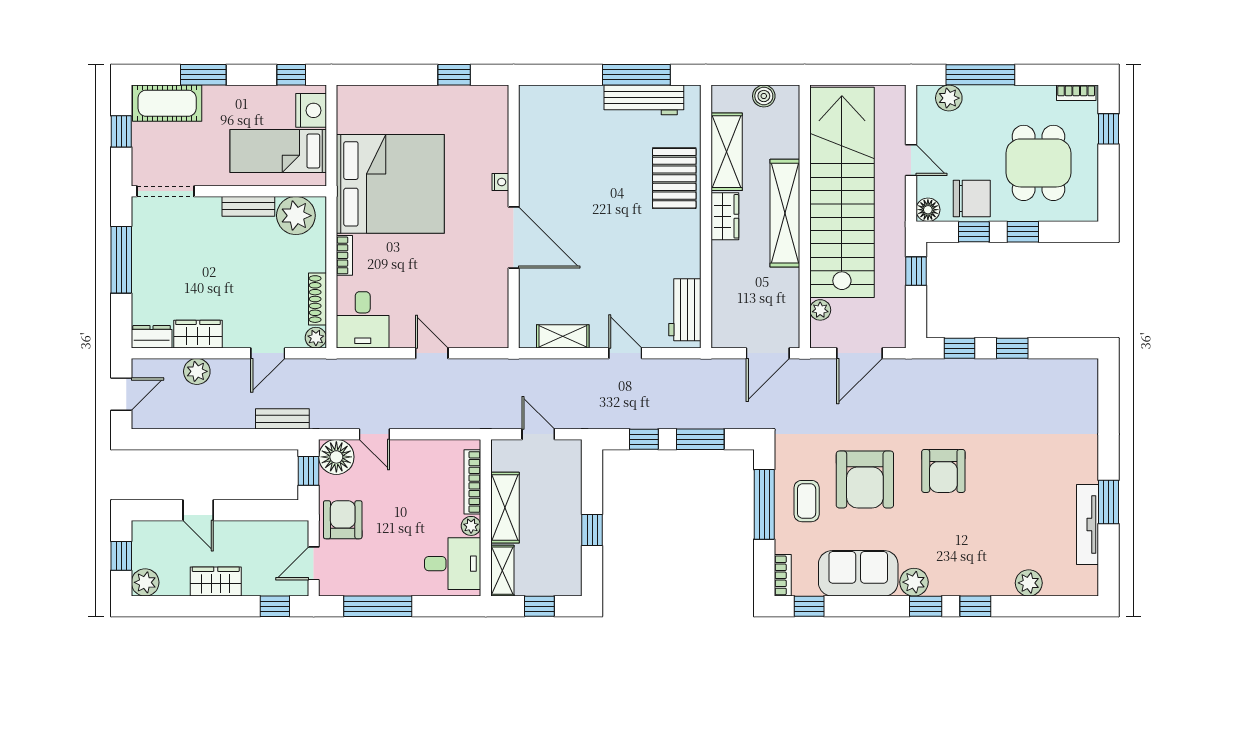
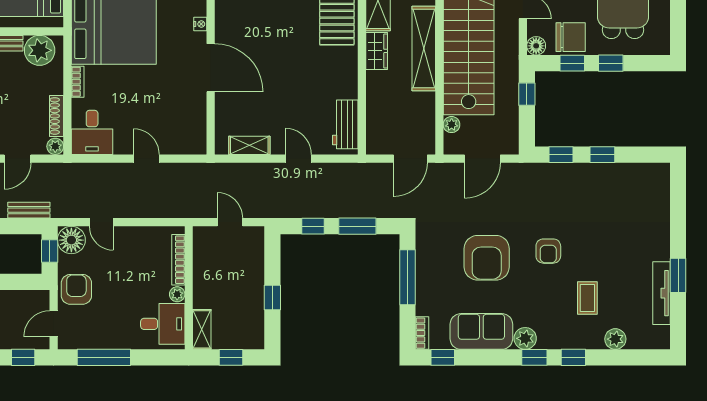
armchair: (943, 471) -> (548, 251), width x0.72, depth x0.72
coffee table: (807, 501) -> (587, 298), moved
shelving: (505, 508) -> (204, 280), removed

